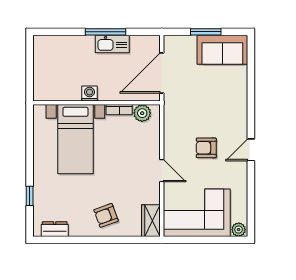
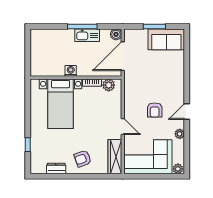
boiler: (153, 43) -> (116, 34), added
armchair: (206, 148) -> (155, 110), turned -90
plant: (241, 181) -> (180, 134), added
wardrobe: (151, 221) -> (115, 157), width x1.50
dresser: (55, 229) -> (56, 168), moved

